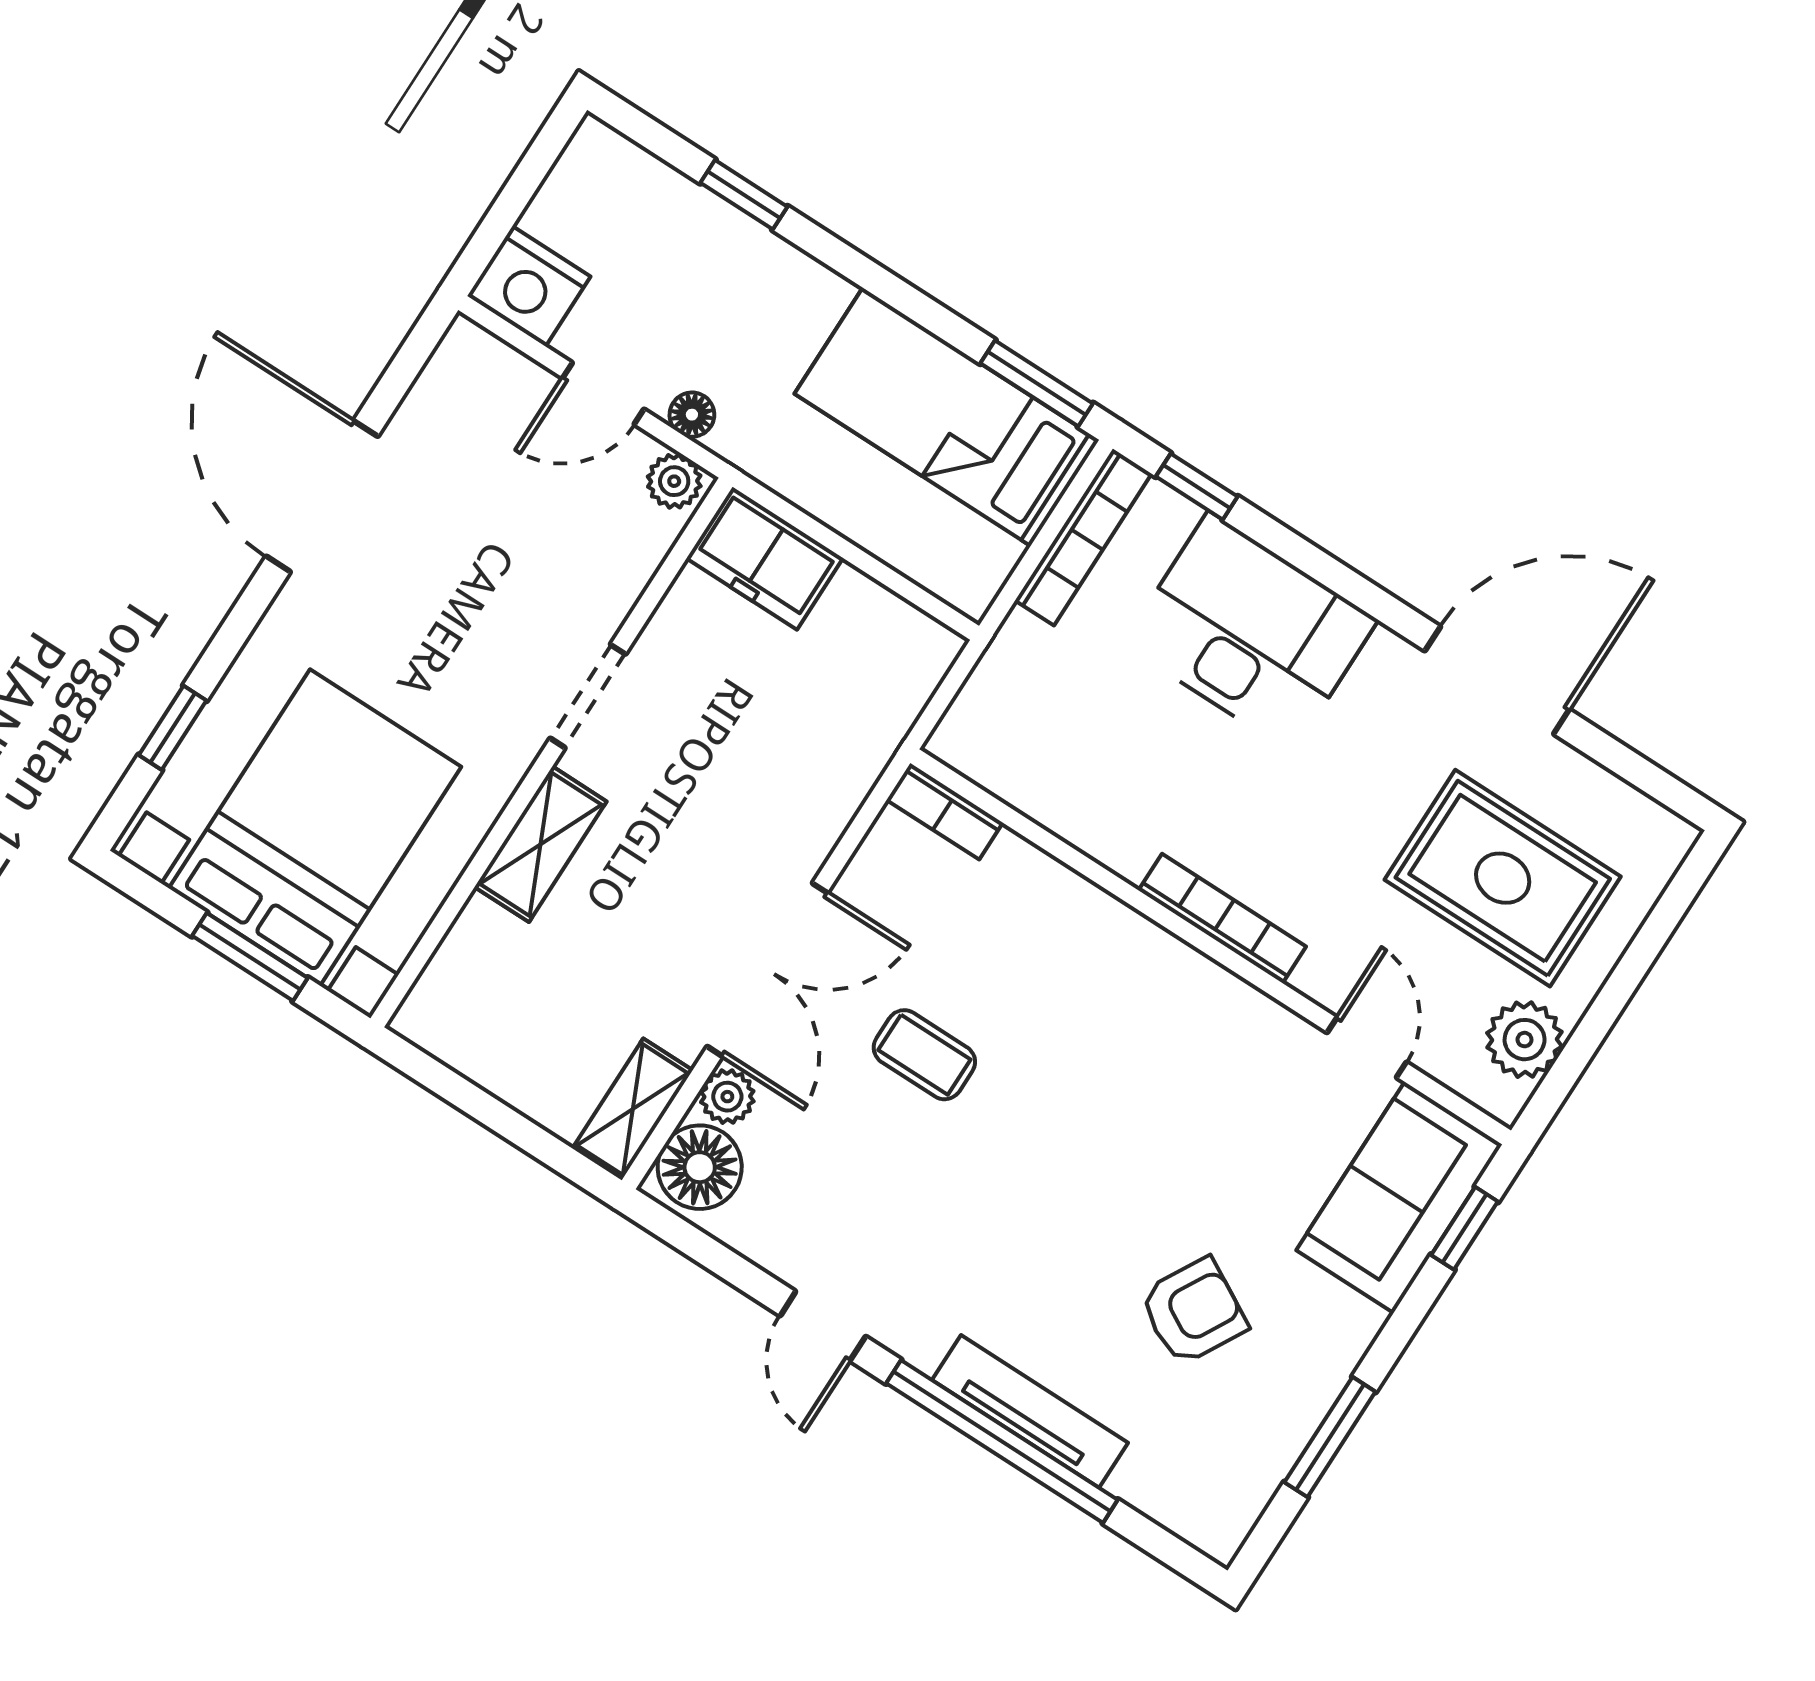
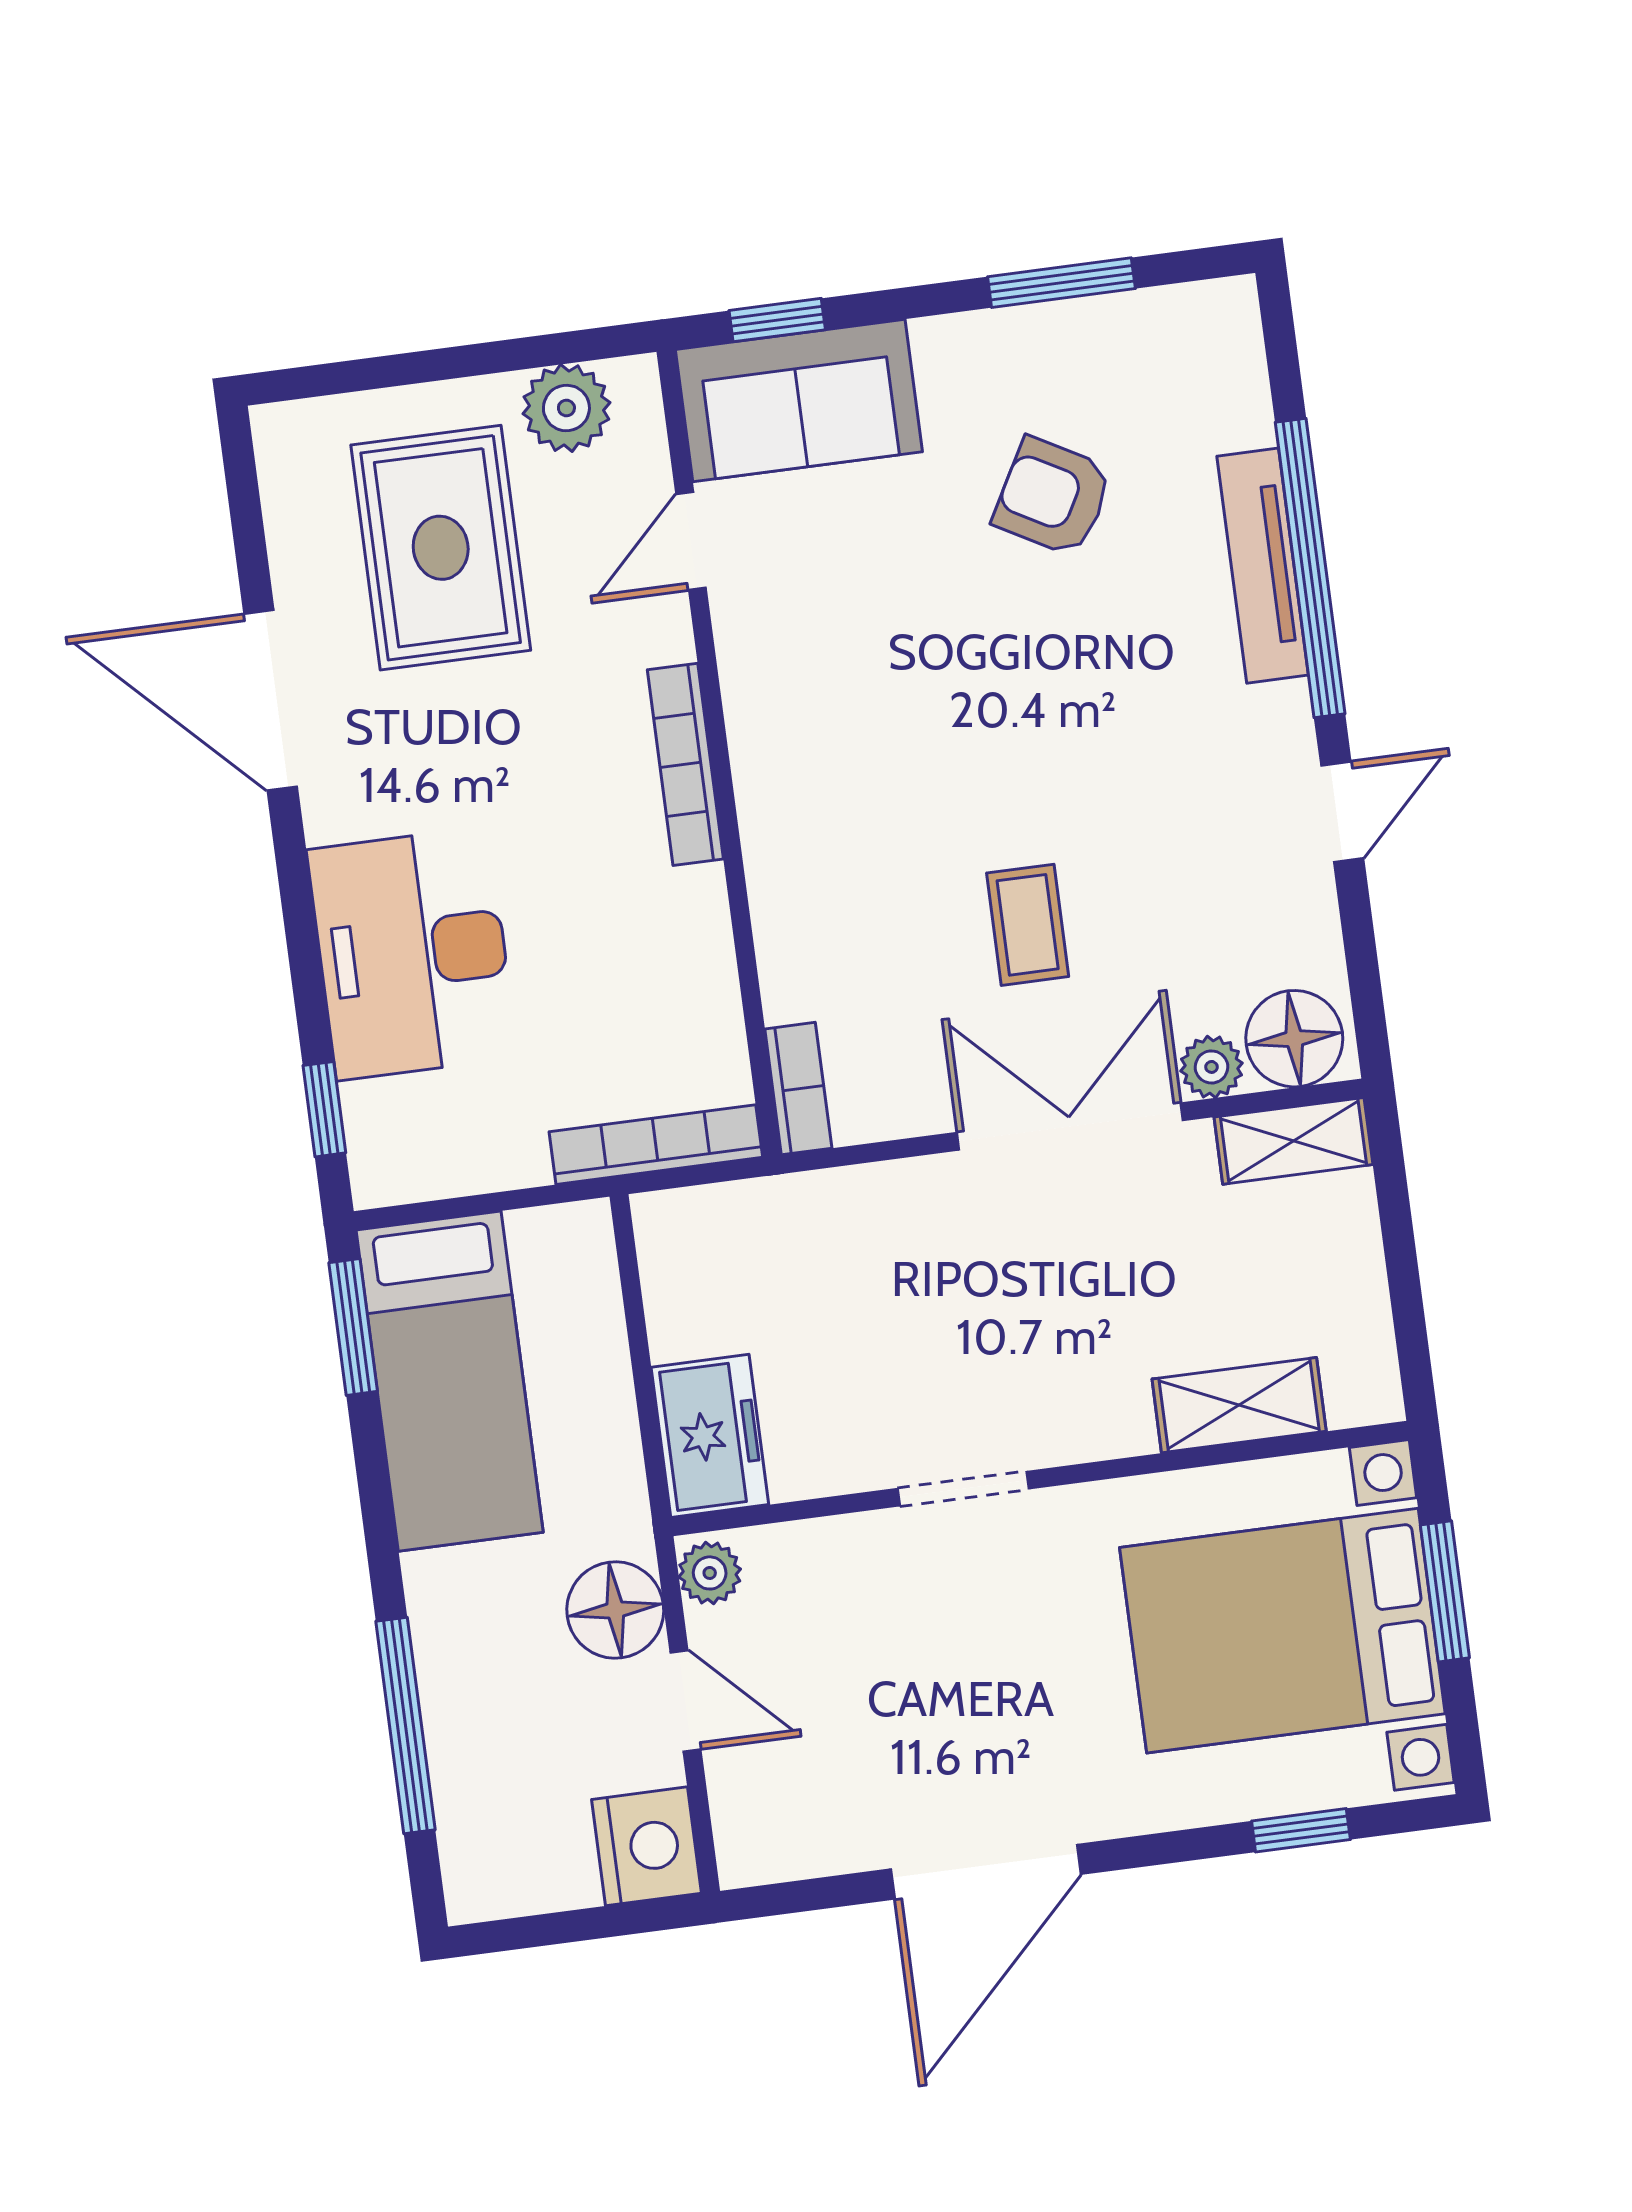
window: (744, 195) -> (406, 1725), width x2.17
floor lamp: (692, 415) -> (615, 1610), width x1.89, depth x1.89
bookcase: (1083, 537) -> (656, 1145), moved
shelving: (541, 844) -> (1239, 1405), moved

